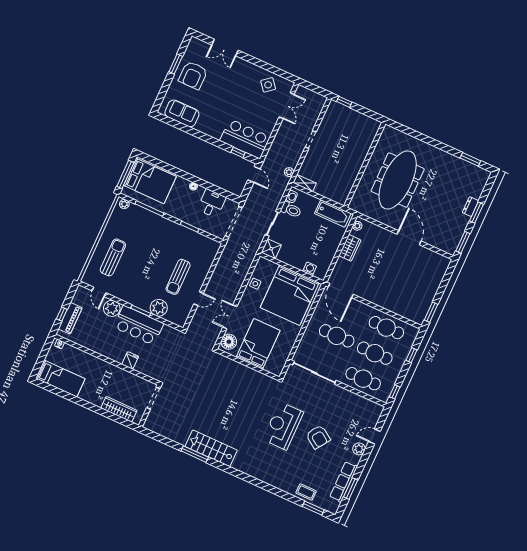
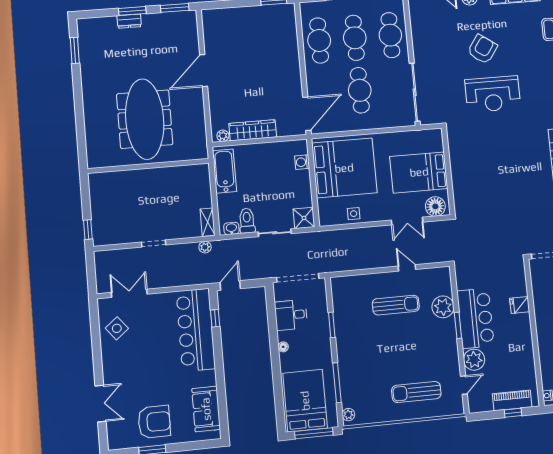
bar counter: (245, 139) -> (196, 330), width x1.36
meeting table: (398, 180) -> (145, 119), turned 90
wardrobe: (350, 248) -> (253, 130), width x1.50

